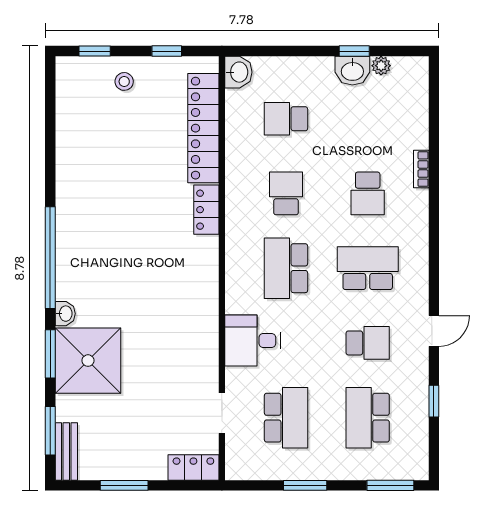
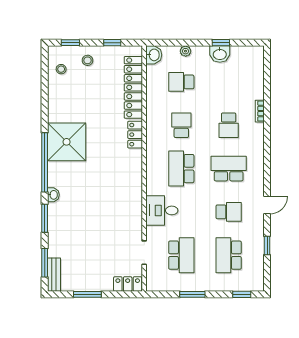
plant: (381, 66) -> (186, 51), moved
stool: (79, 97) -> (61, 69), added
shower: (88, 361) -> (67, 142), moved
window: (390, 485) -> (242, 294), width x0.67

